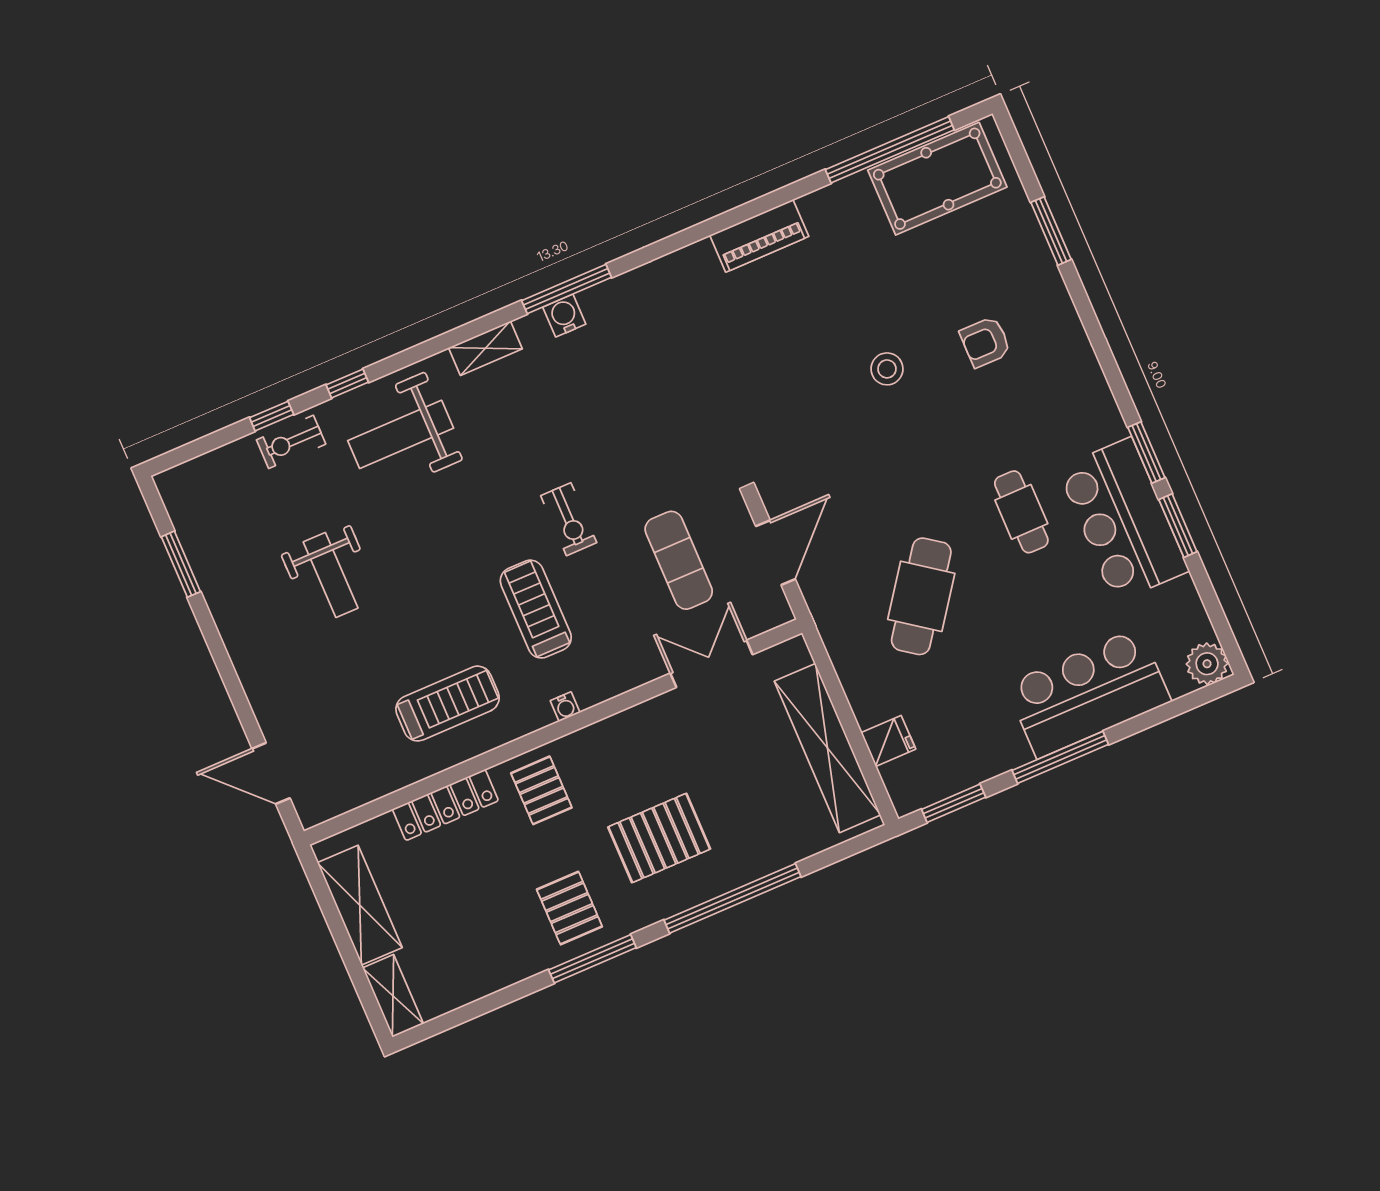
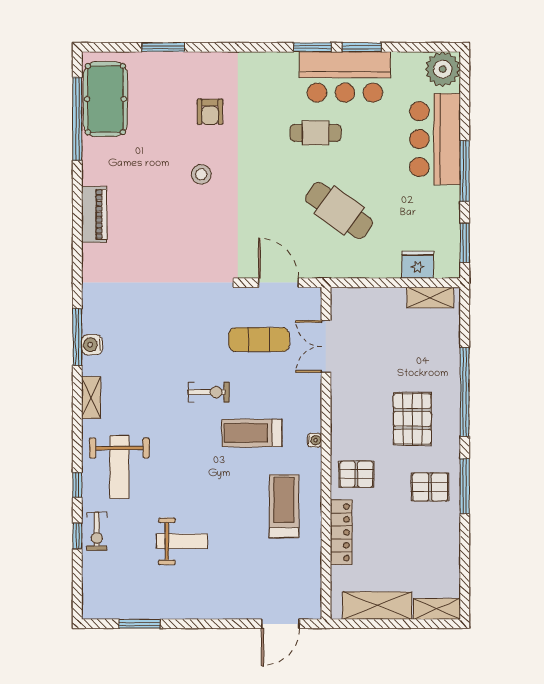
plant: (1207, 664) -> (443, 69), width x1.36, depth x1.36
fridge: (888, 741) -> (418, 265), width x1.38
shelving: (827, 748) -> (430, 298), width x0.45, depth x0.75

